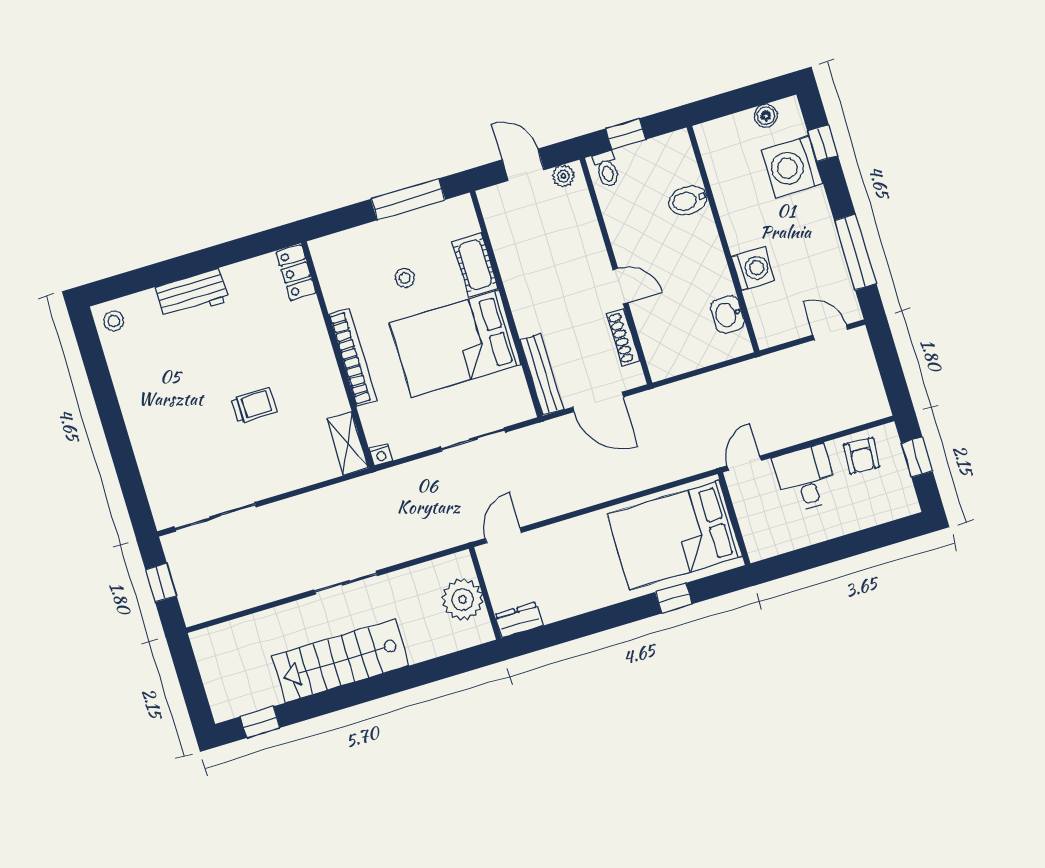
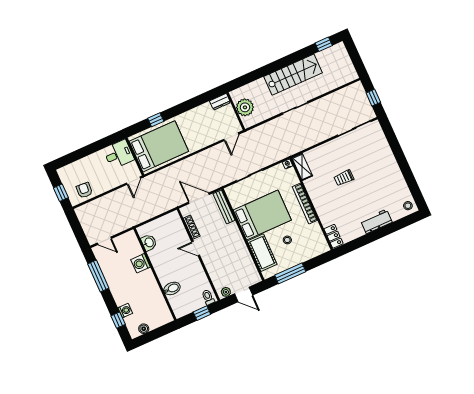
washing machine: (792, 167) -> (125, 311), width x0.53, depth x0.53
cot: (475, 265) -> (262, 253), width x1.37, depth x1.34
desk: (806, 478) -> (119, 154), moved, turned -90

